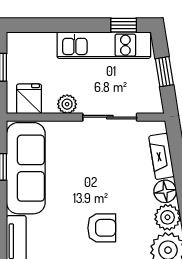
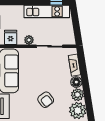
window: (164, 72) -> (76, 24), removed
armchair: (102, 228) -> (46, 100), turned 53

